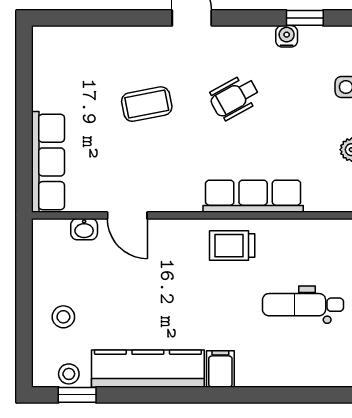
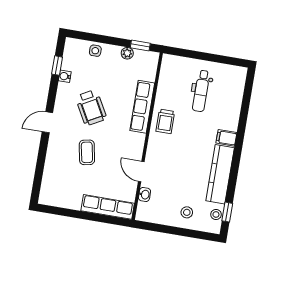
wheelchair: (234, 97) -> (91, 108), width x1.36, depth x1.37
door: (127, 215) -> (141, 172), swing flipped

